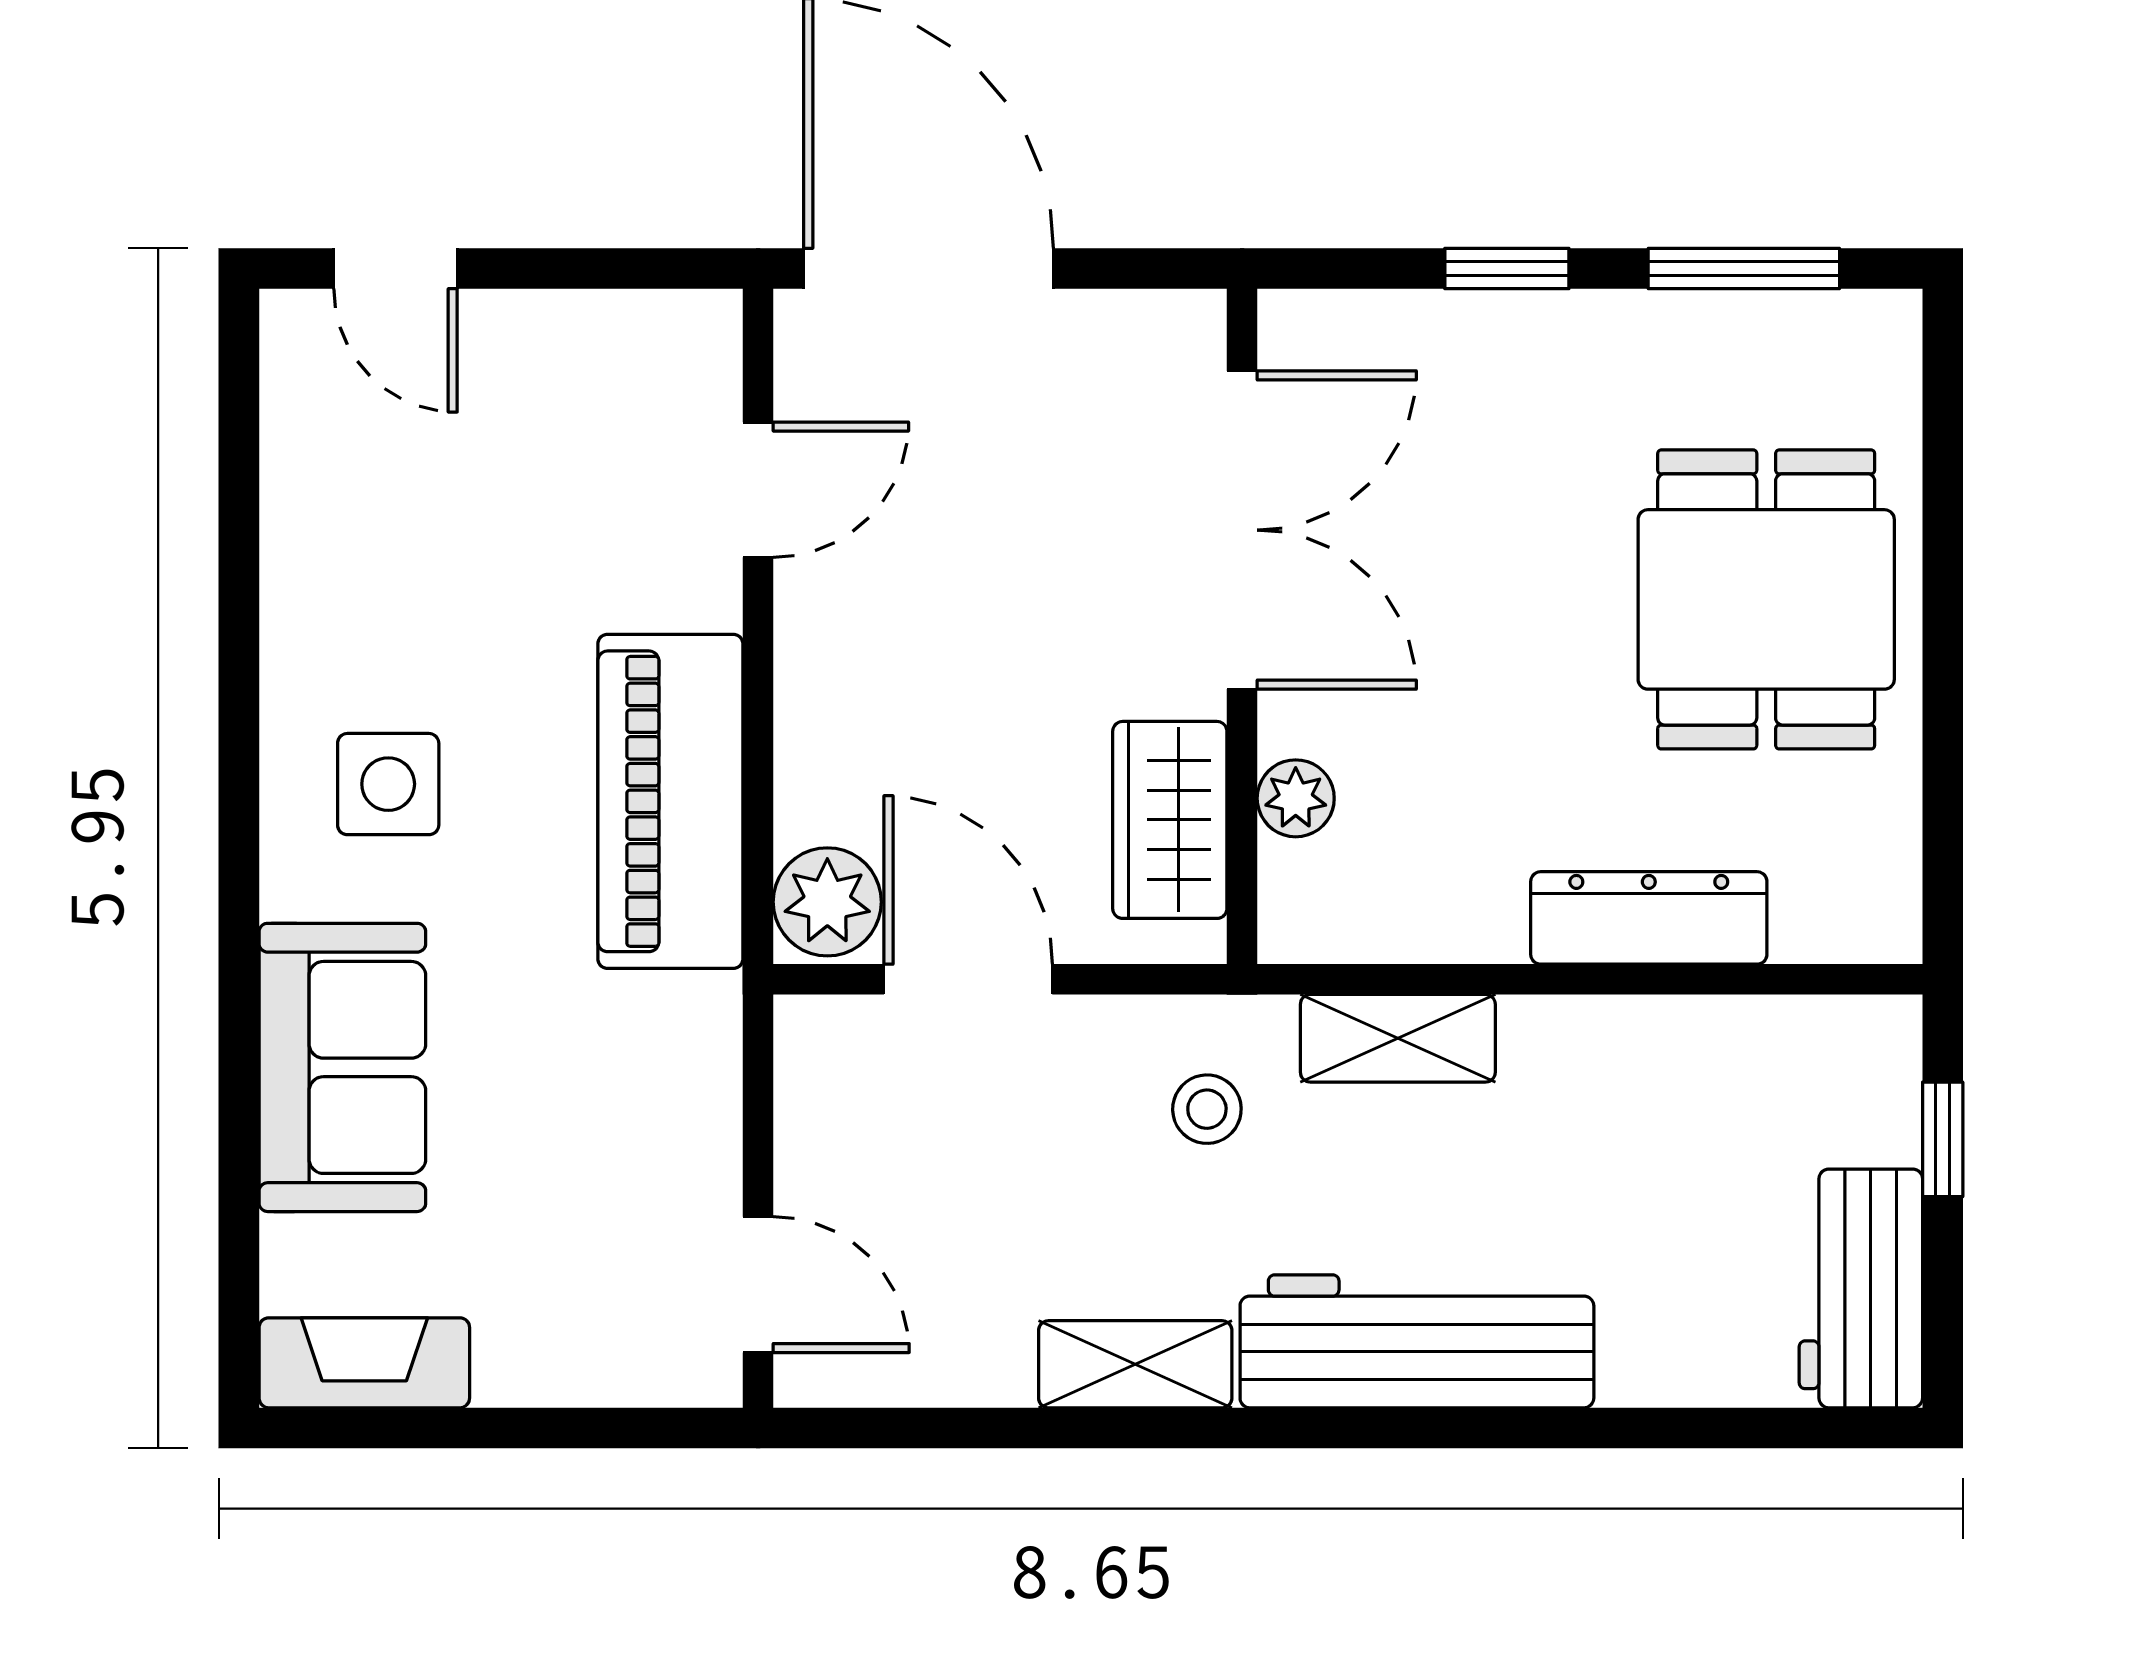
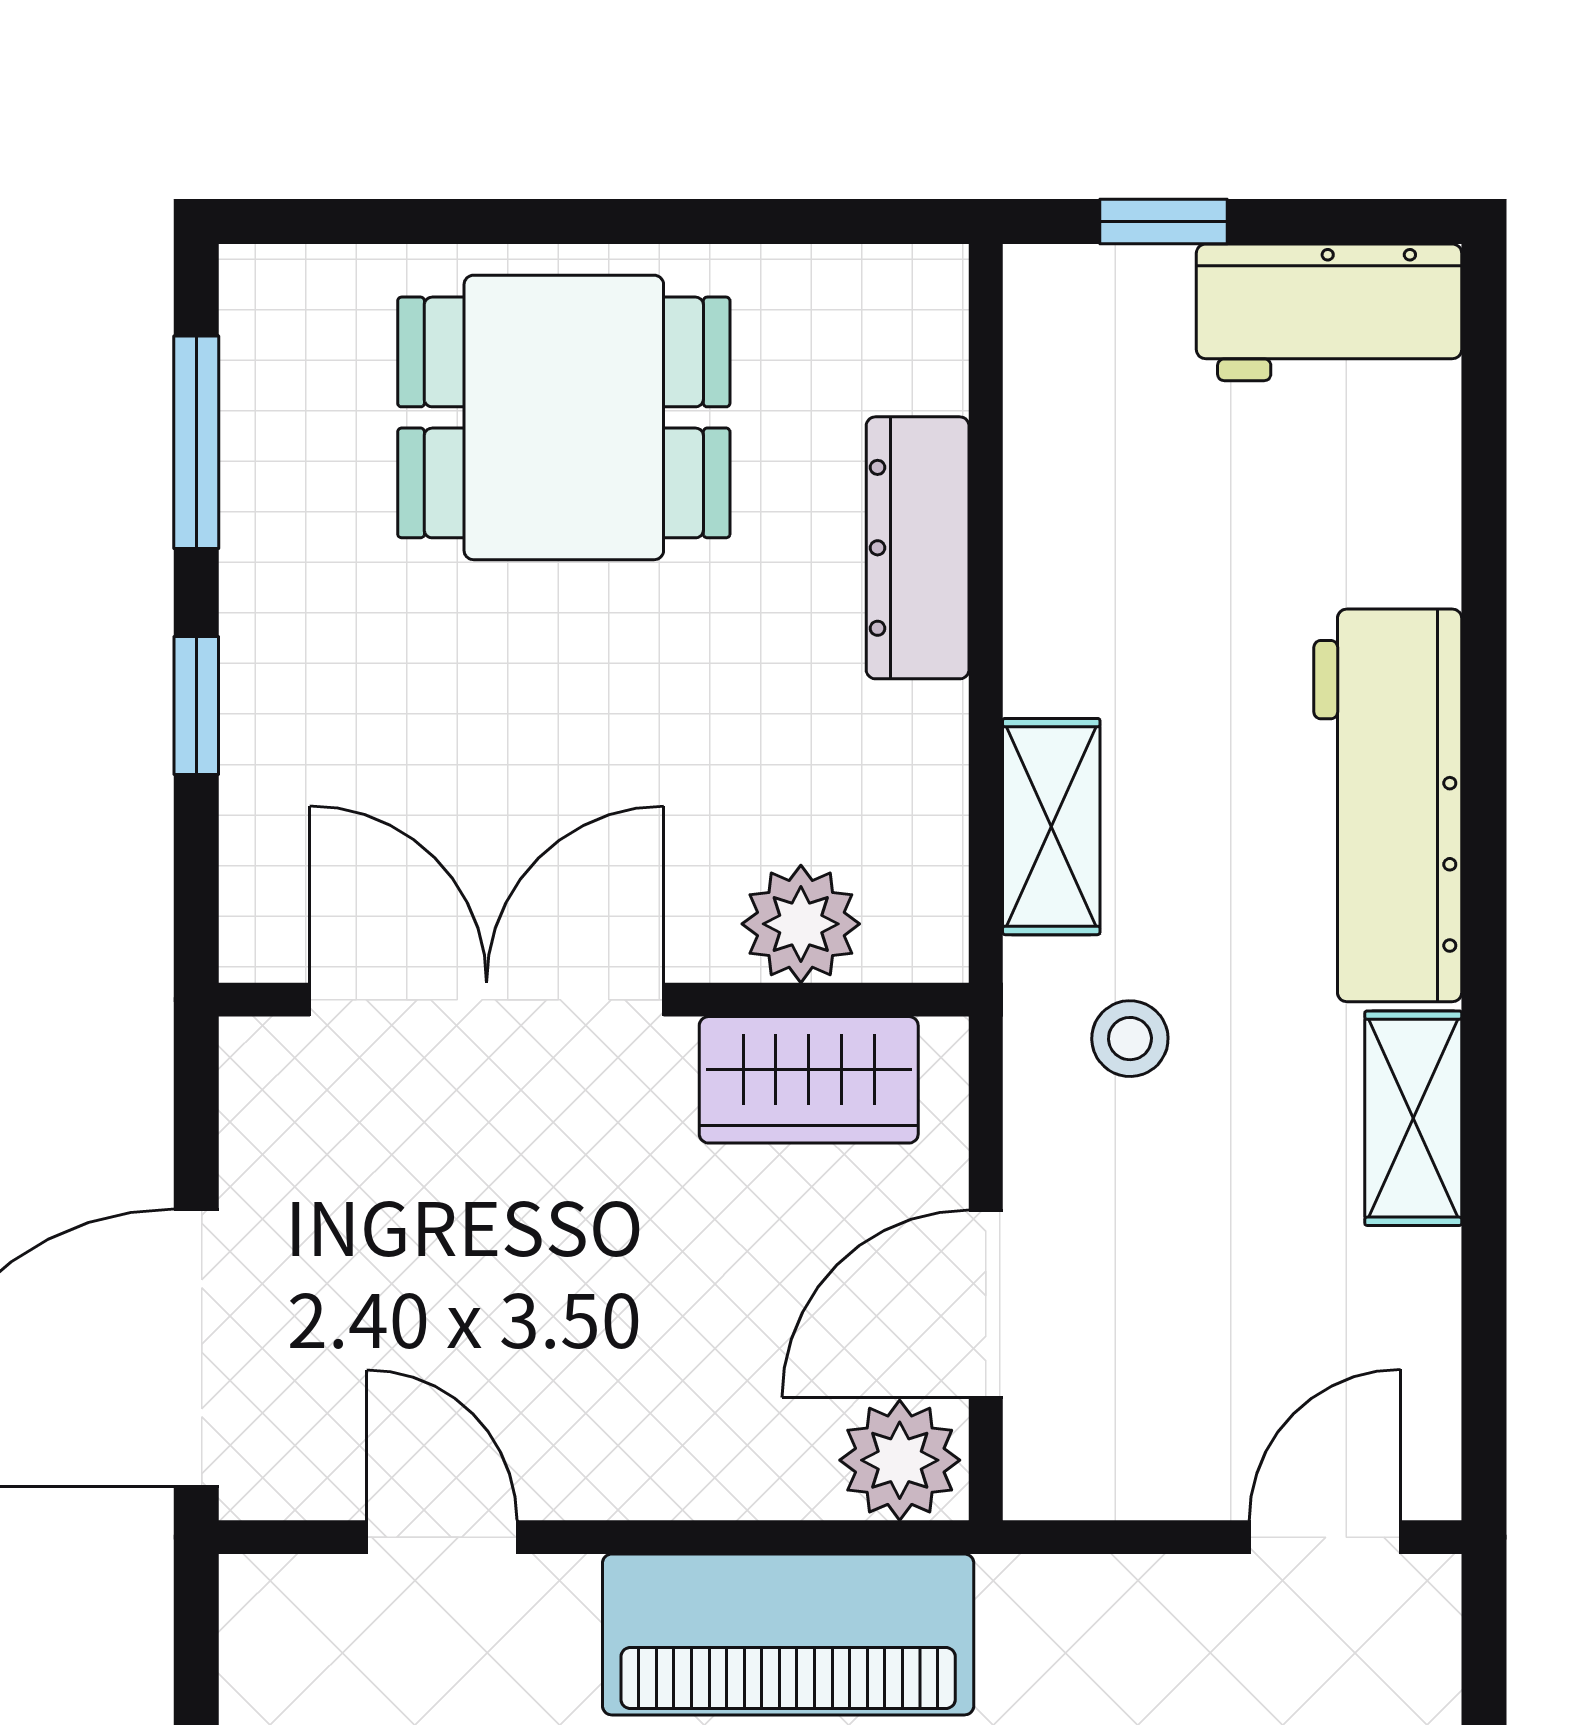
plant: (1296, 798) -> (801, 924), width x1.38, depth x1.38

